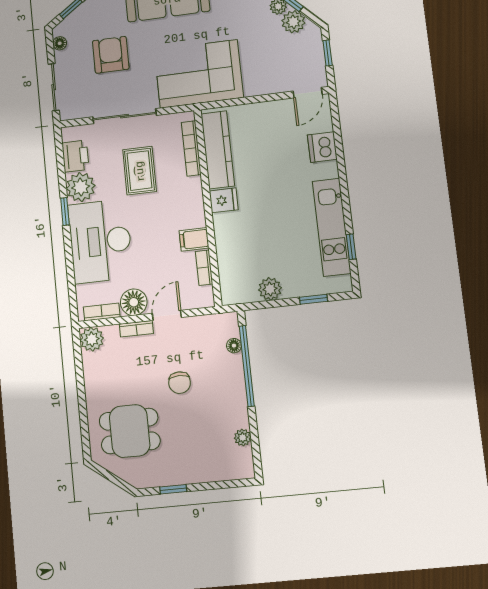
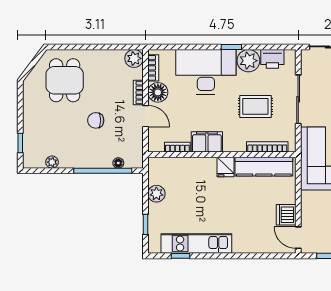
dishwasher: (322, 147) -> (286, 215), moved, turned -90
filing cabinet: (194, 239) -> (207, 142), width x2.00
window: (173, 489) -> (20, 143), moved

